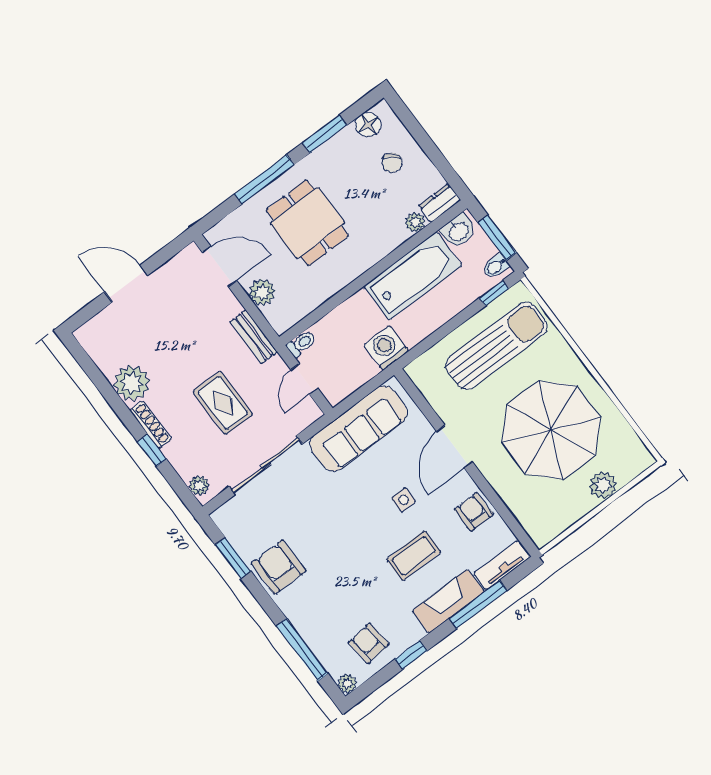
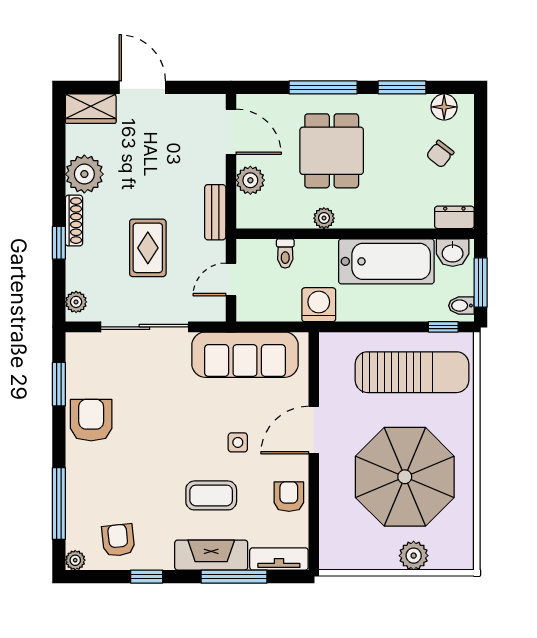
plant: (415, 222) -> (324, 218), moved
wardrobe: (99, 329) -> (91, 109), added
toilet: (301, 344) -> (285, 253), moved, turned 90

